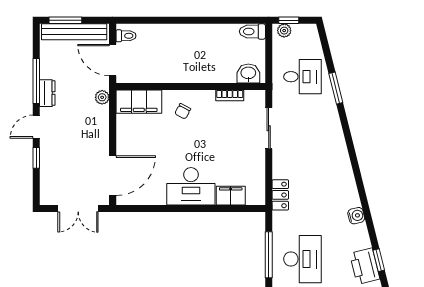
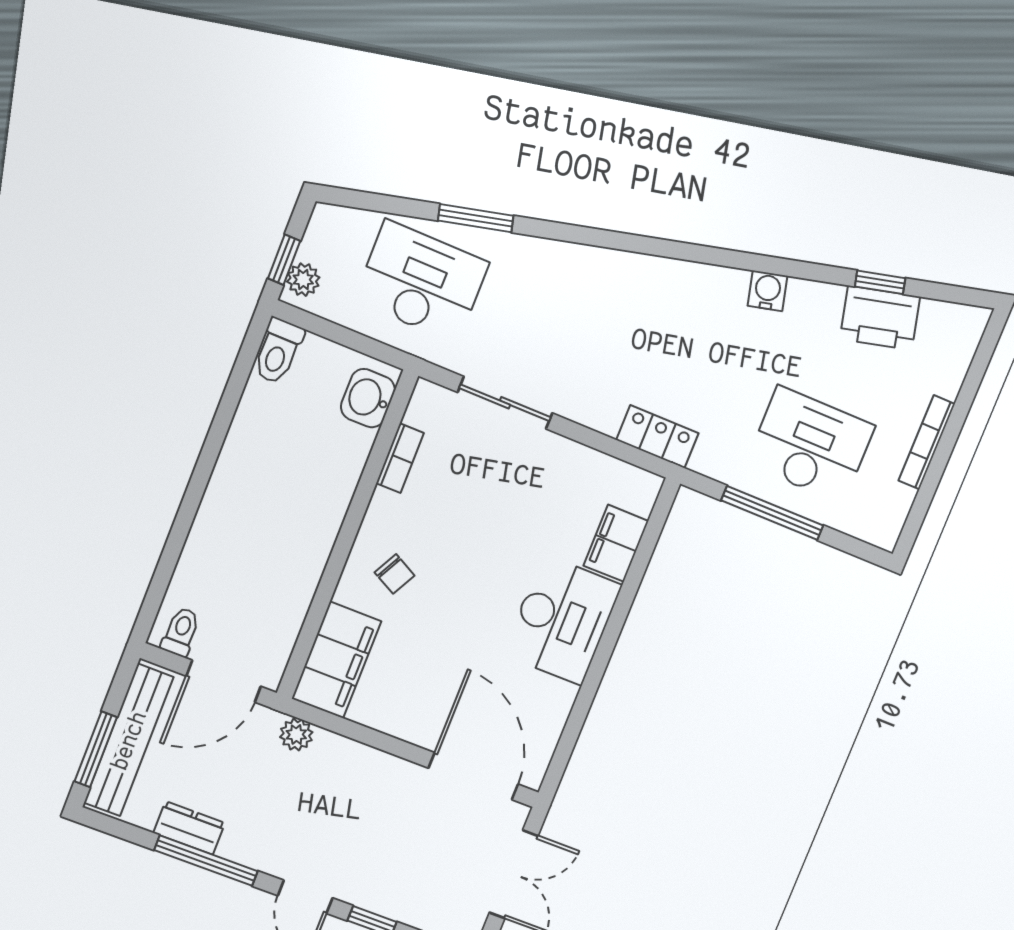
desk: (302, 77) -> (422, 282), width x1.37
dresser: (47, 93) -> (189, 828), moved

